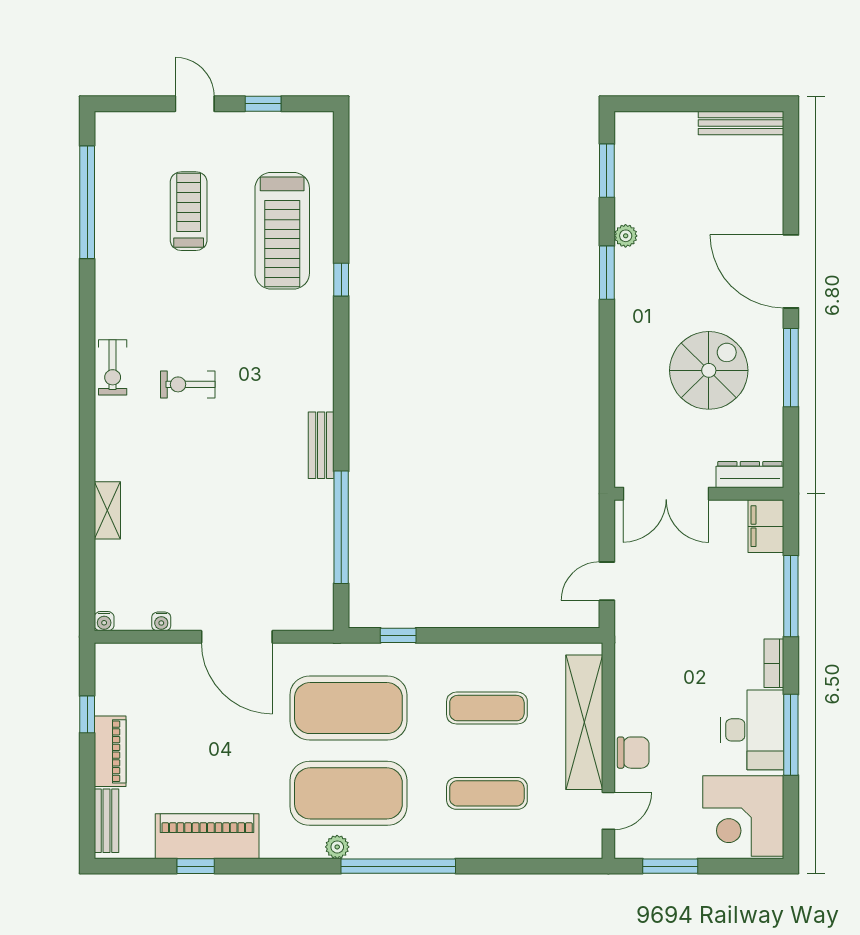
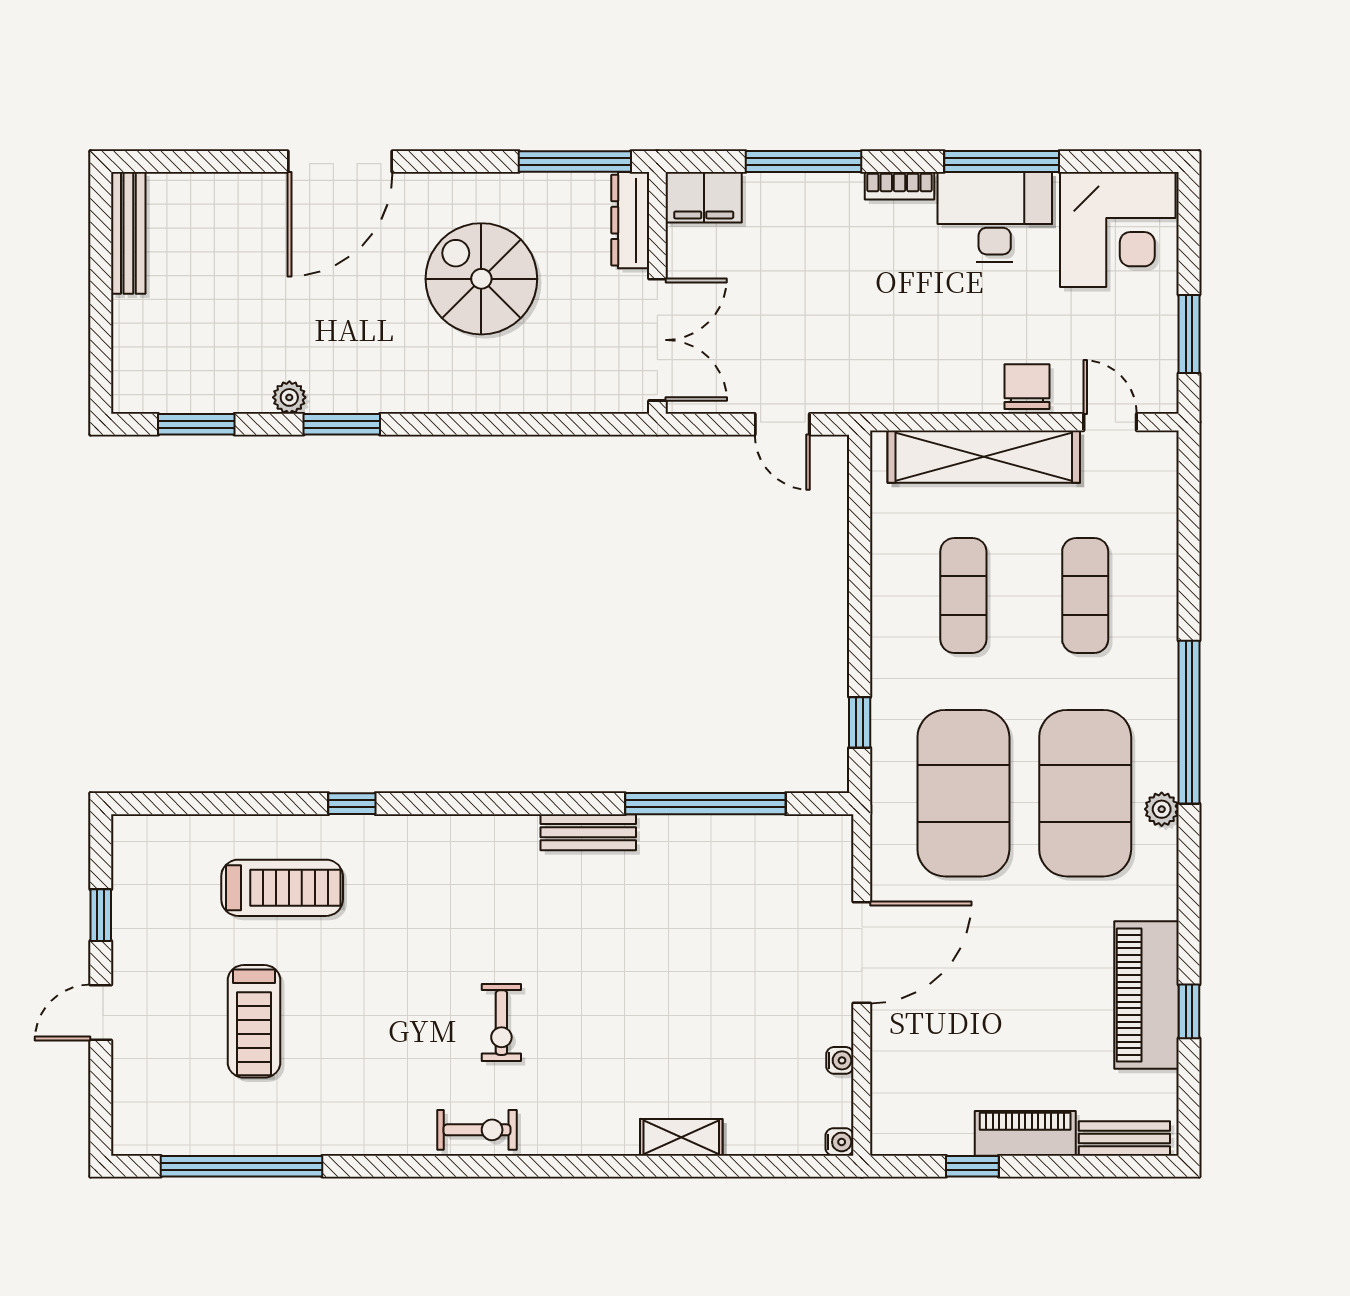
treadmill: (189, 211) -> (254, 1021), turned -90
treadmill: (282, 231) -> (282, 888), width x0.73, depth x0.73
window: (791, 368) -> (575, 162), moved

